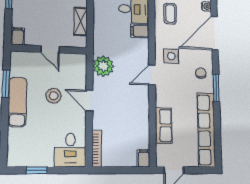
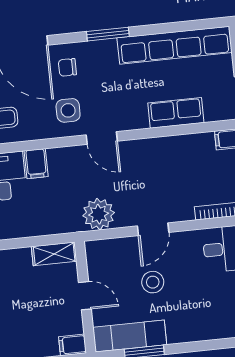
shelving: (81, 22) -> (54, 254), moved
door: (50, 49) -> (85, 296), hinge flipped
chair: (201, 73) -> (67, 67), moved
exam couch: (17, 102) -> (130, 336), moved

